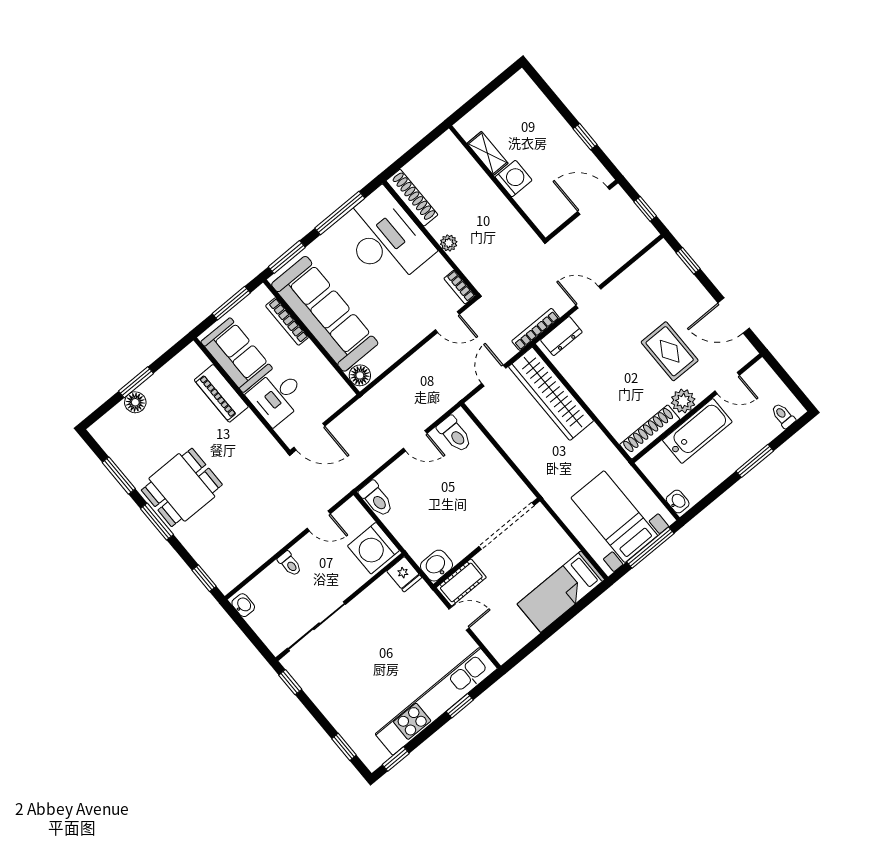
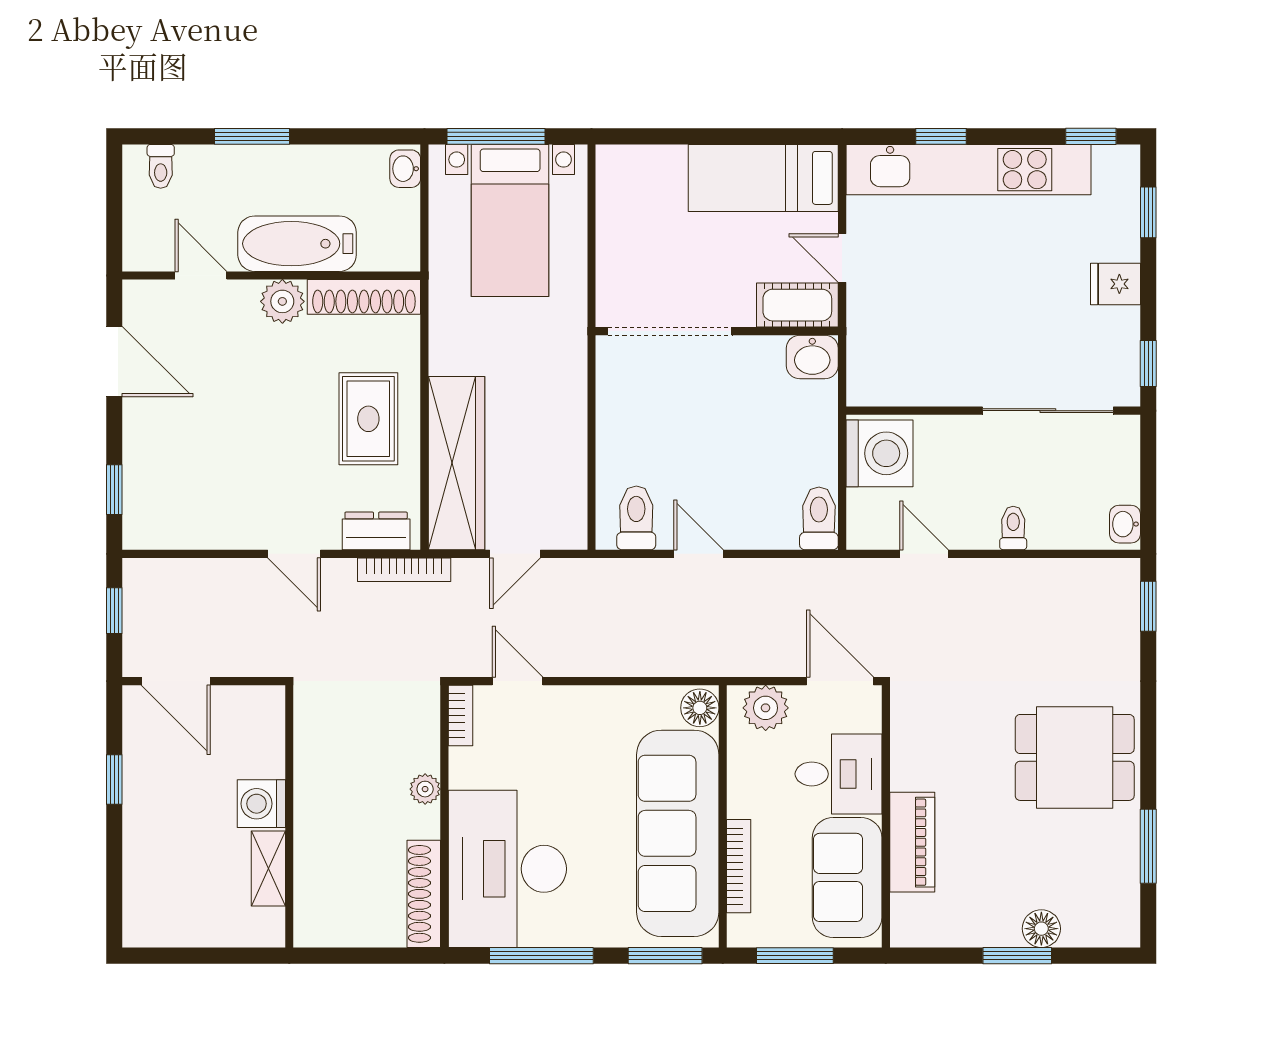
rug: (670, 351) -> (368, 419), moved
plant: (332, 399) -> (766, 708), added
window: (157, 522) -> (1148, 739), removed
fridge: (404, 574) -> (1115, 284), moved, turned -90
bed: (561, 592) -> (763, 178), moved, turned 180

